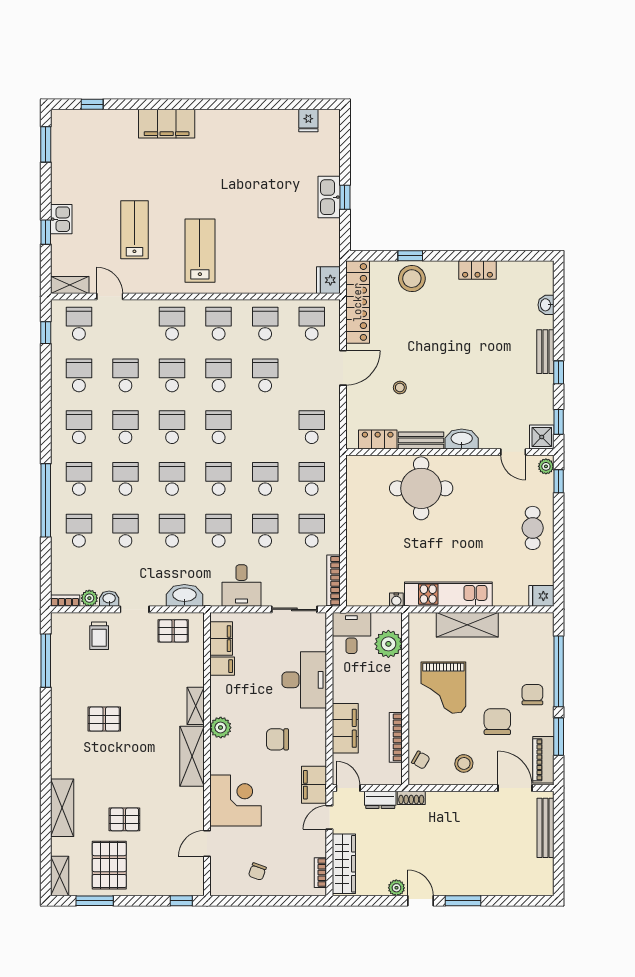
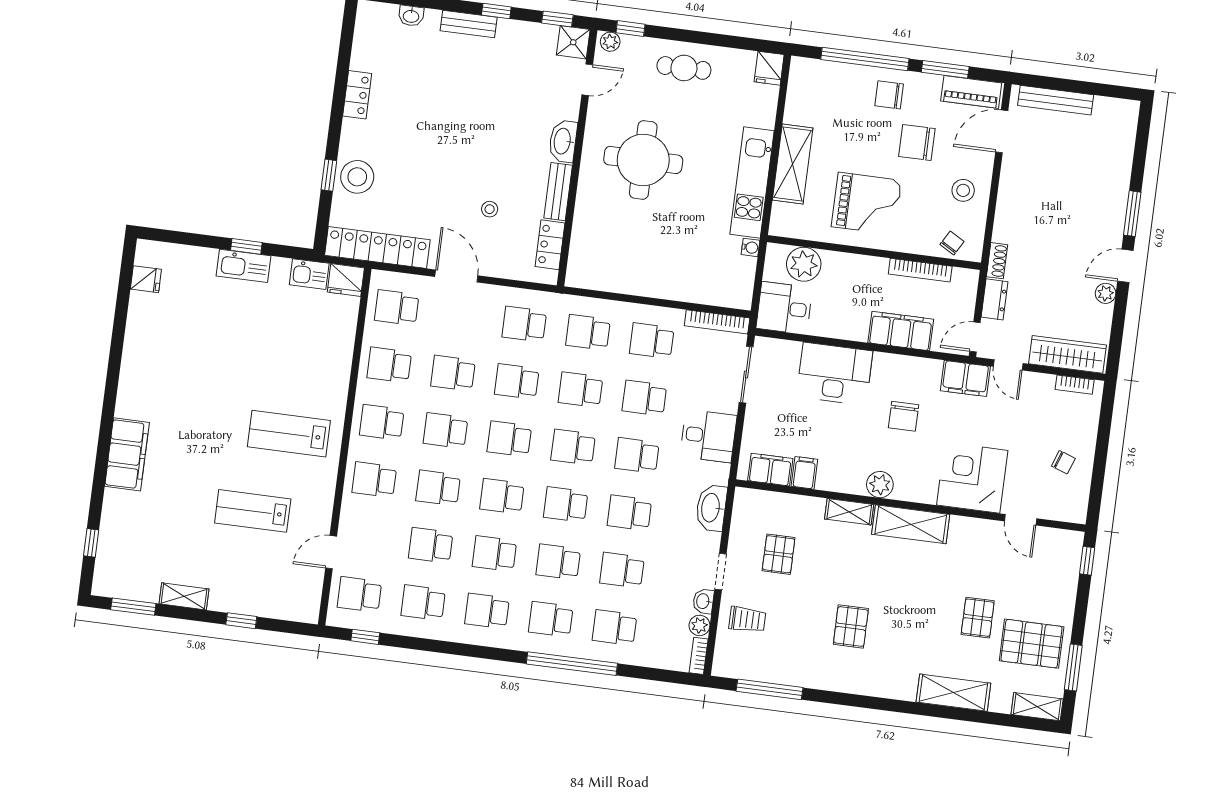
kitchen sink: (61, 219) -> (309, 274), moved, turned 180
shelving: (70, 285) -> (184, 596), moved, turned 90
school desk: (265, 427) -> (517, 381), added
round table: (421, 488) -> (643, 160), moved
pallet: (173, 631) -> (779, 554), moved

